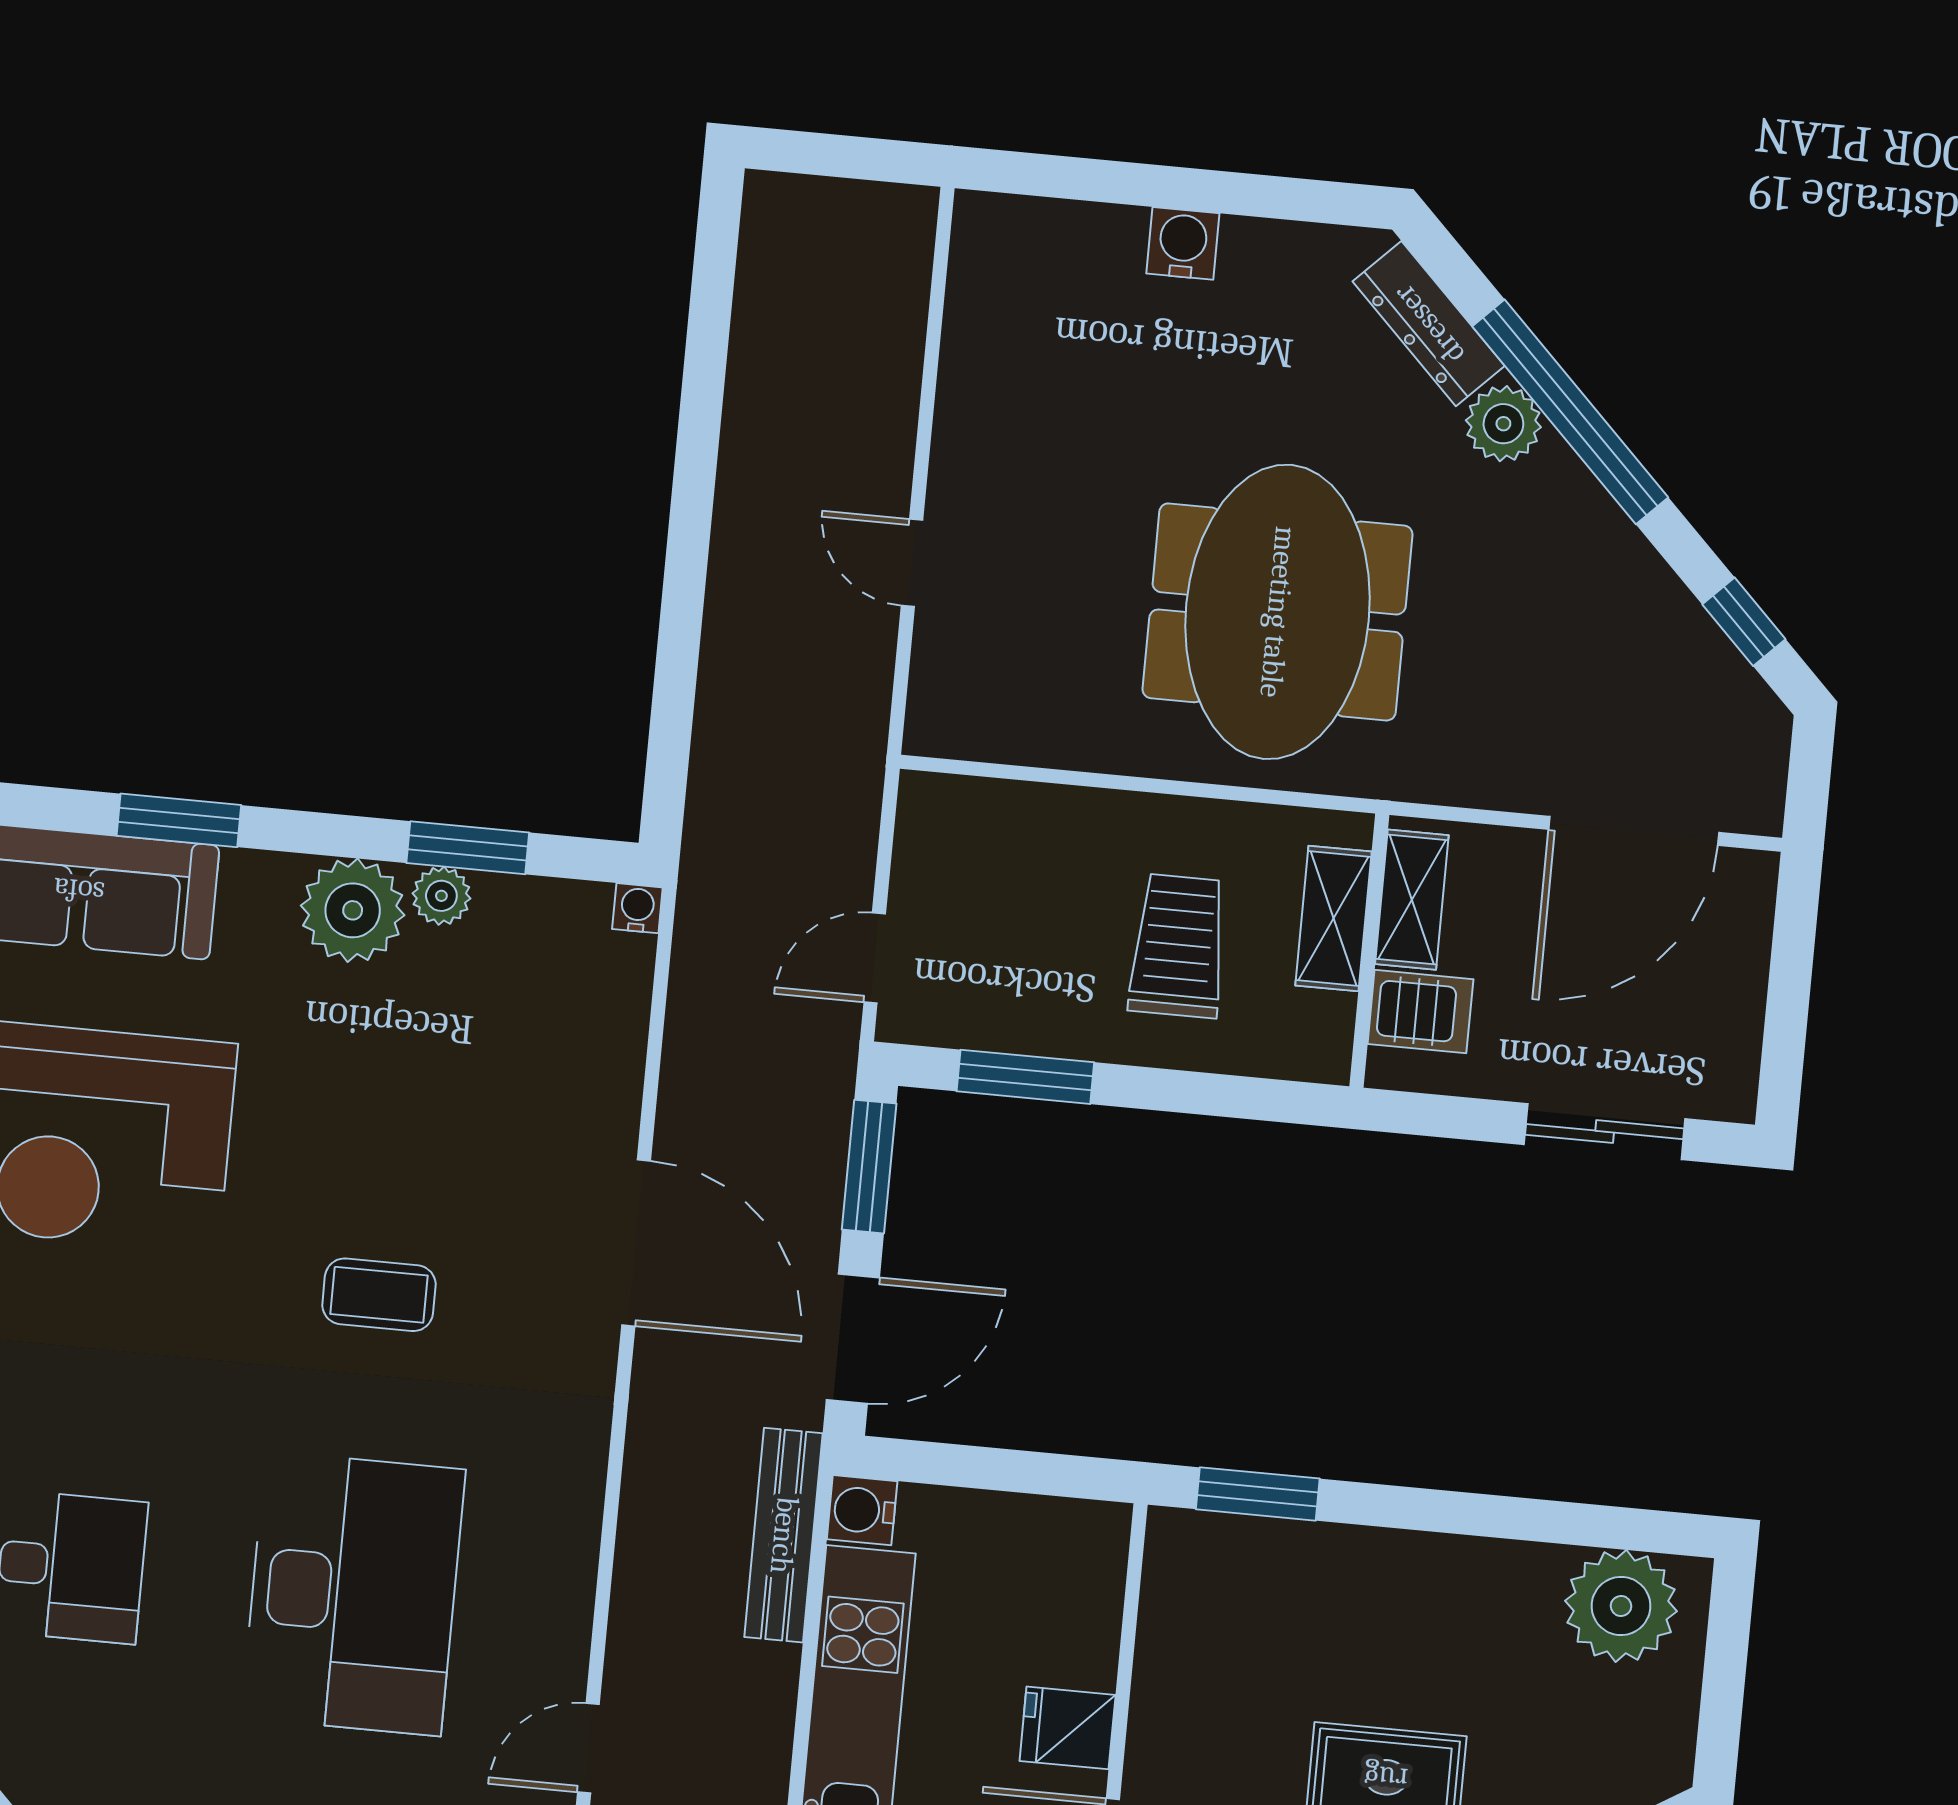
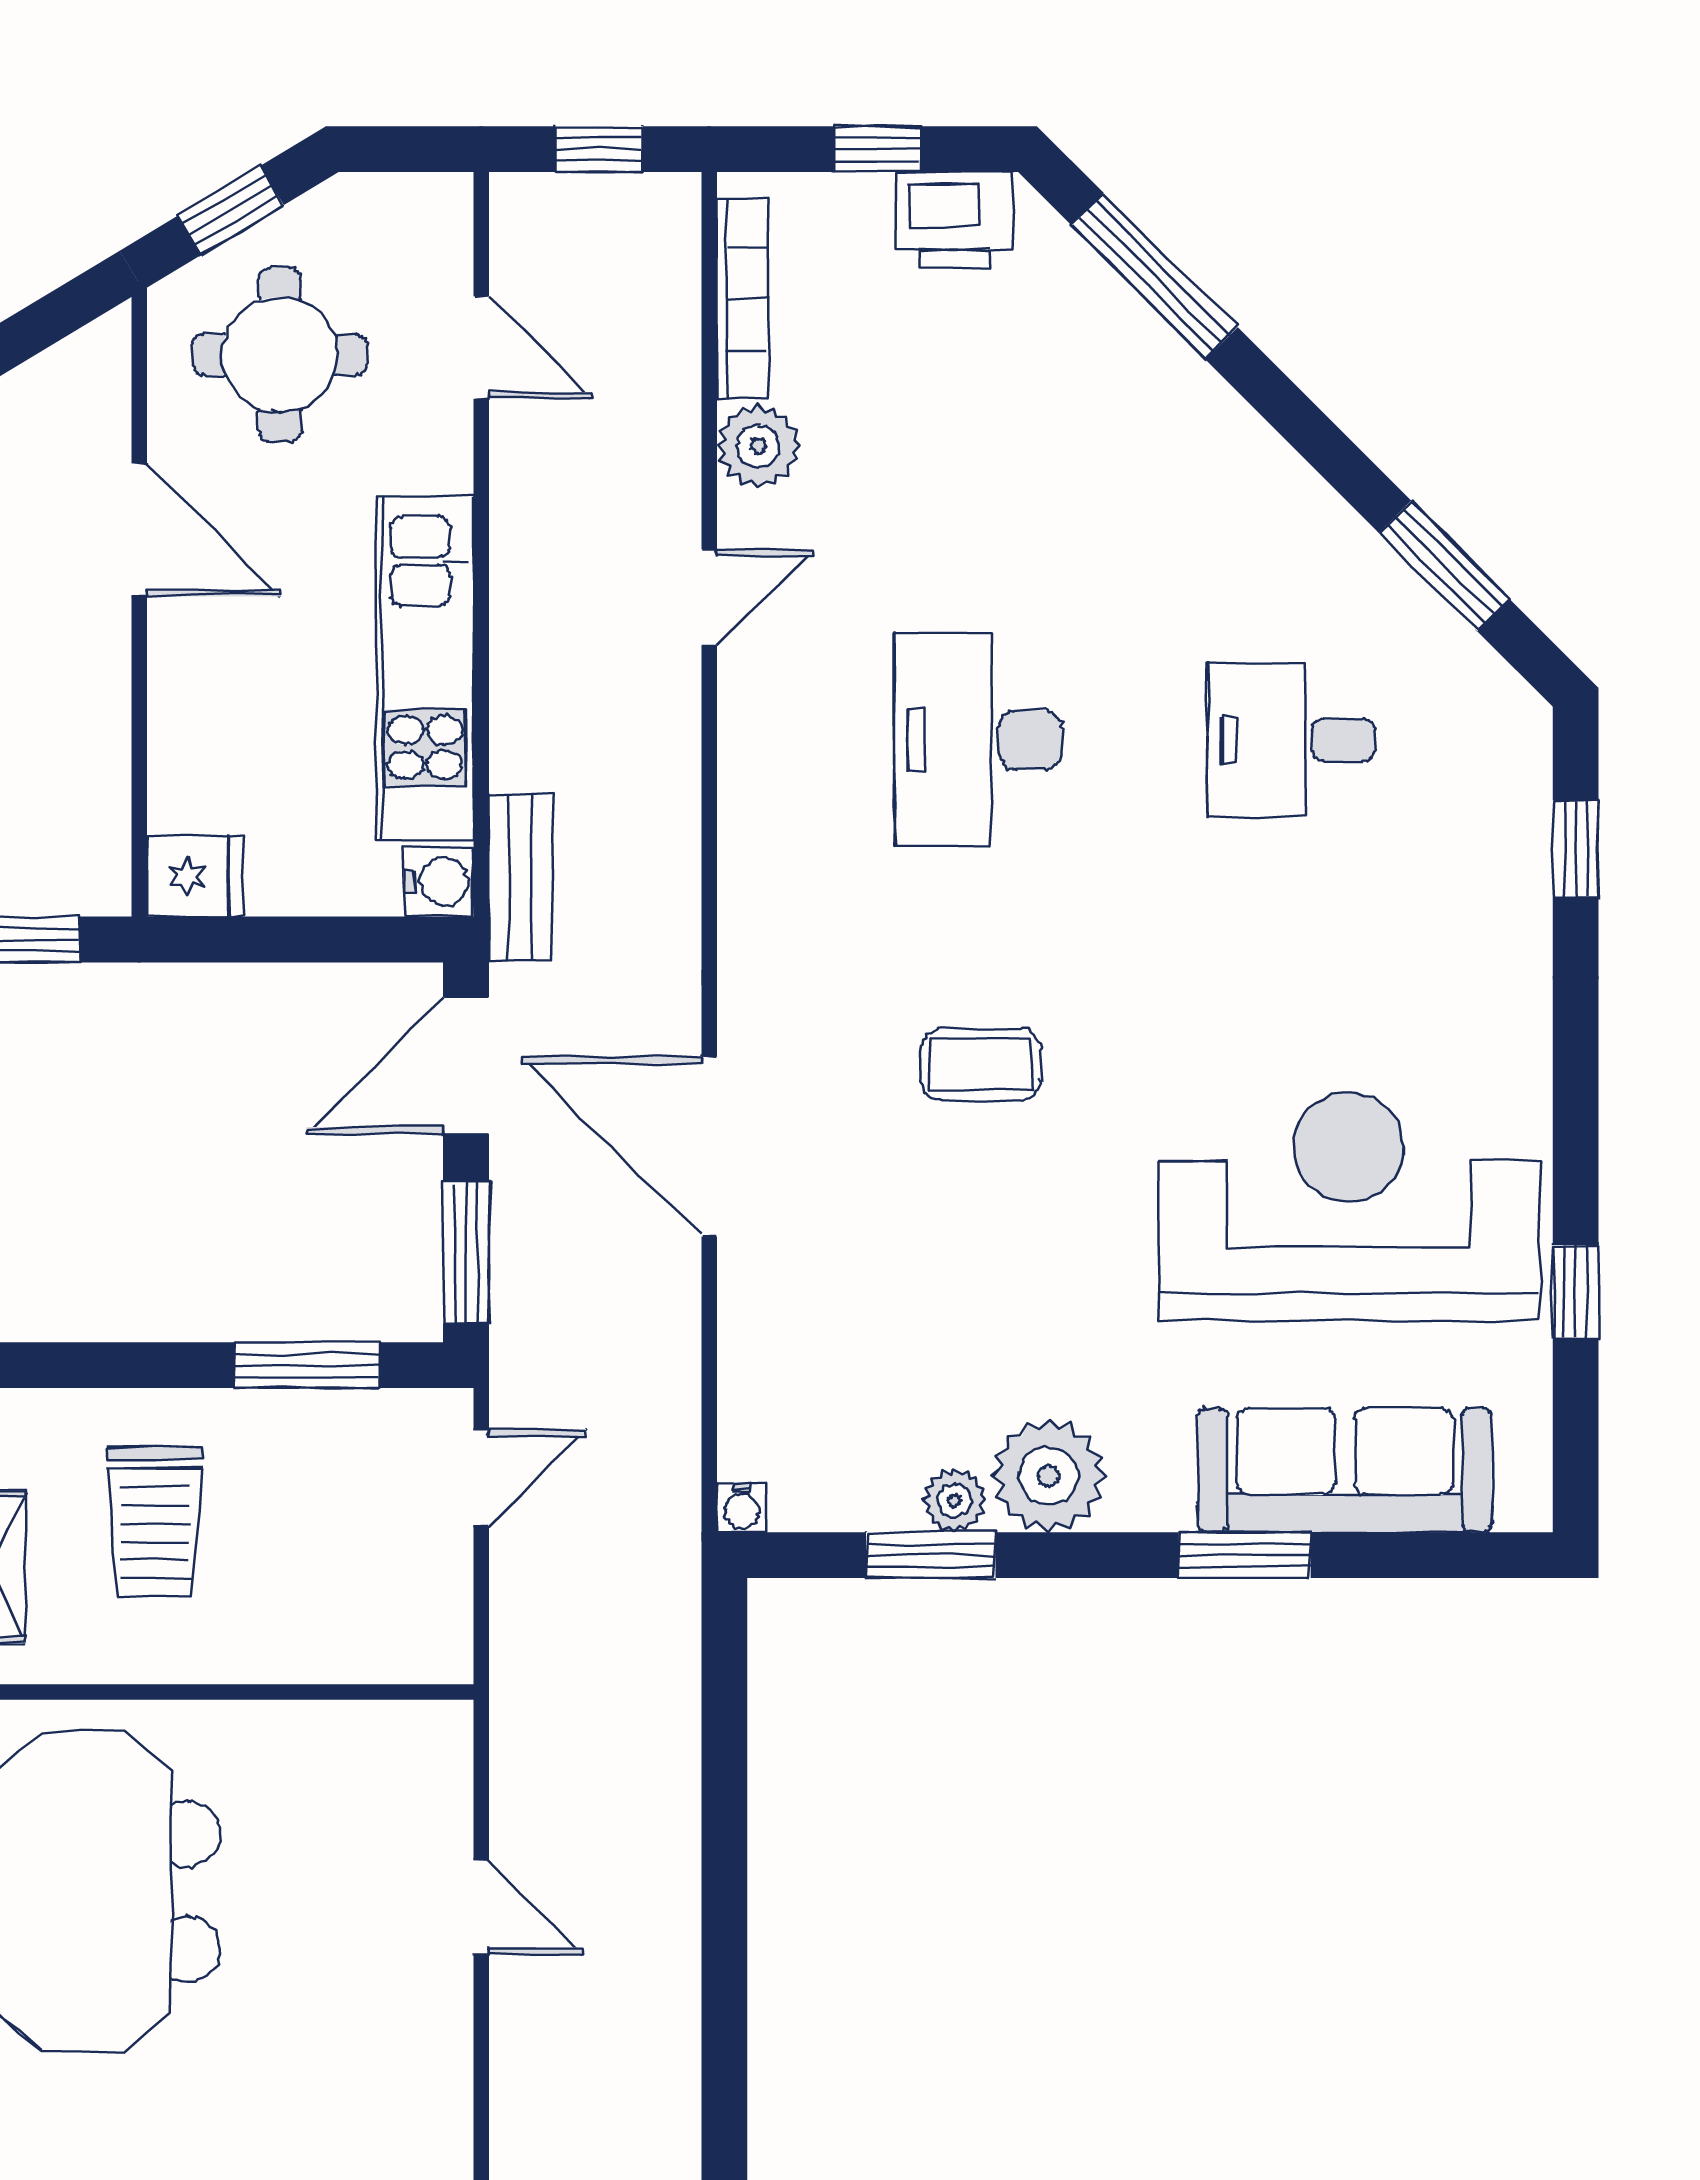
bench: (784, 1535) -> (521, 877), width x0.73
desk: (353, 1594) -> (978, 740), width x0.73, depth x0.77
fridge: (1068, 1728) -> (195, 876), moved

